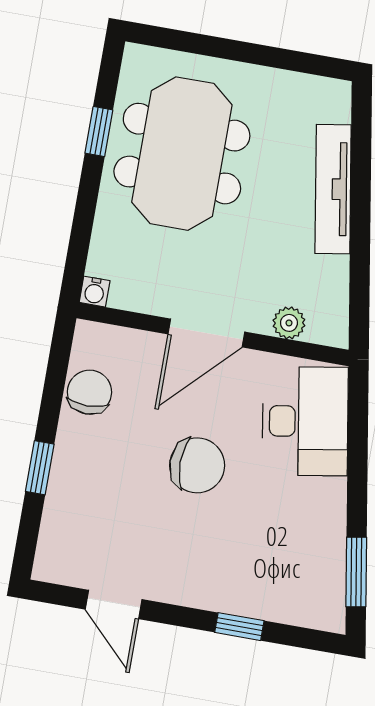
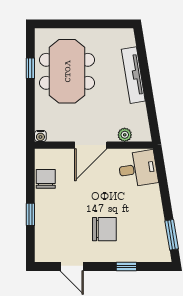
desk: (305, 421) -> (138, 169), width x0.73
chair: (197, 465) -> (104, 229), moved

